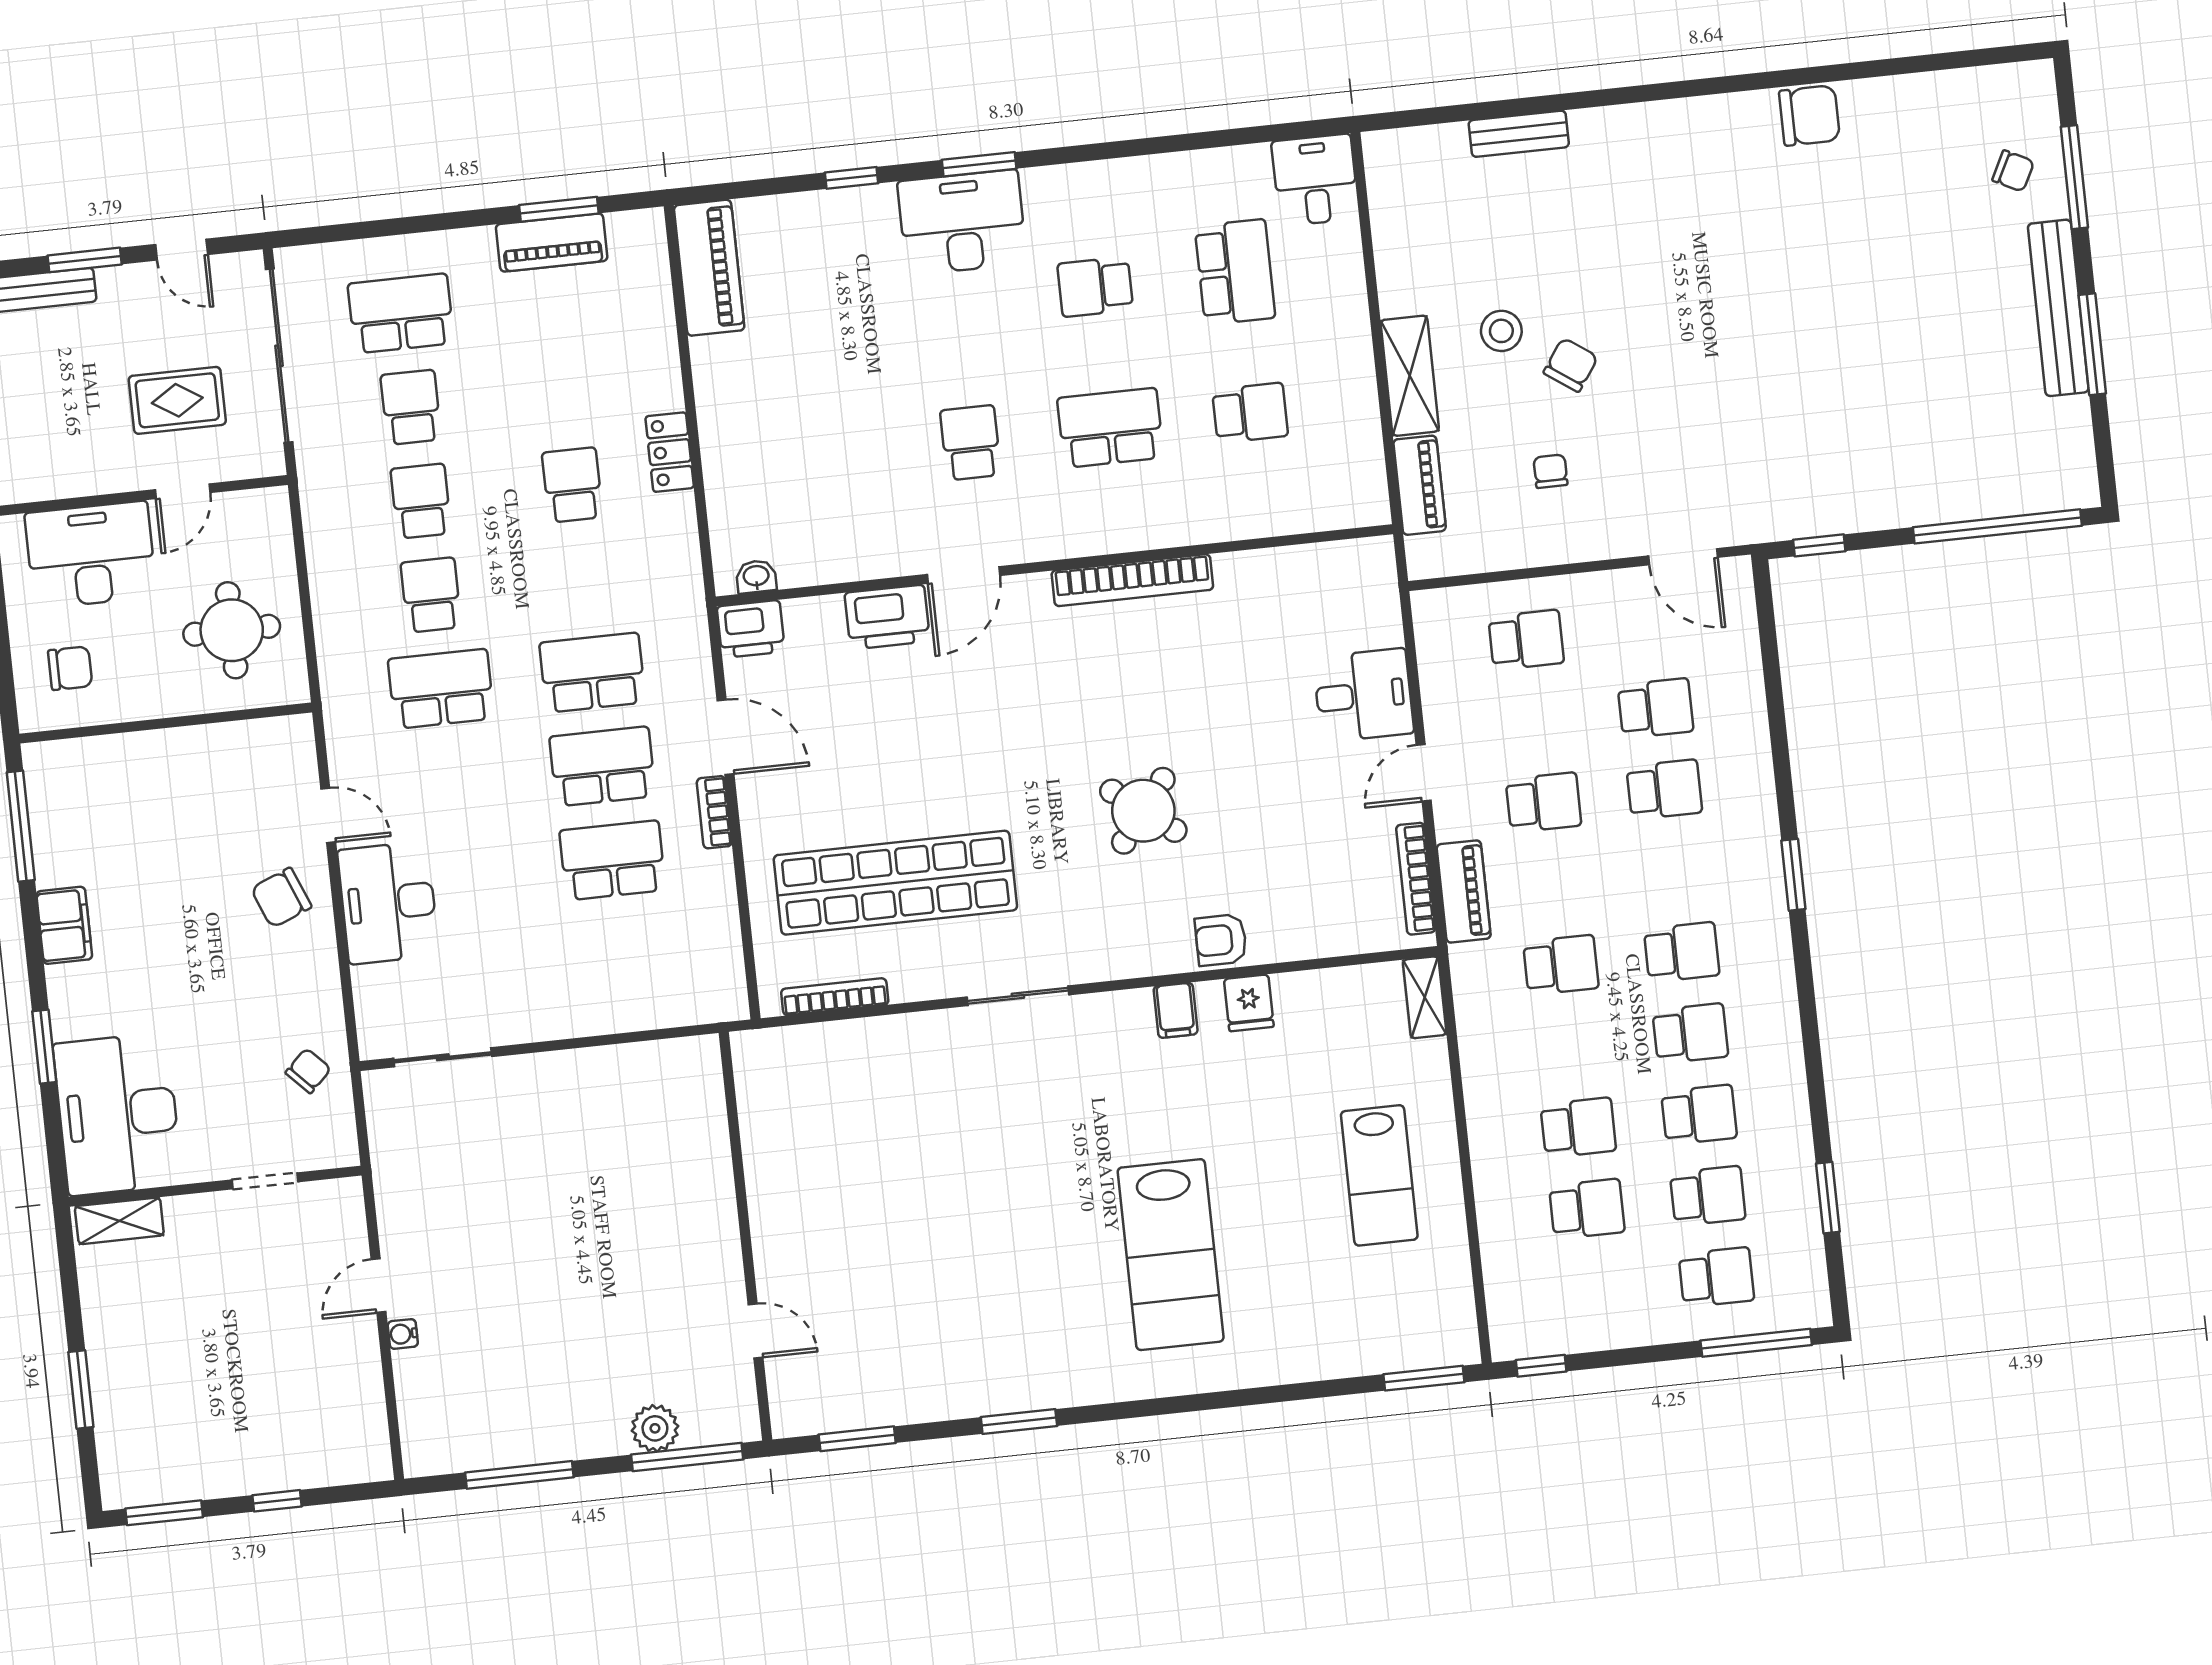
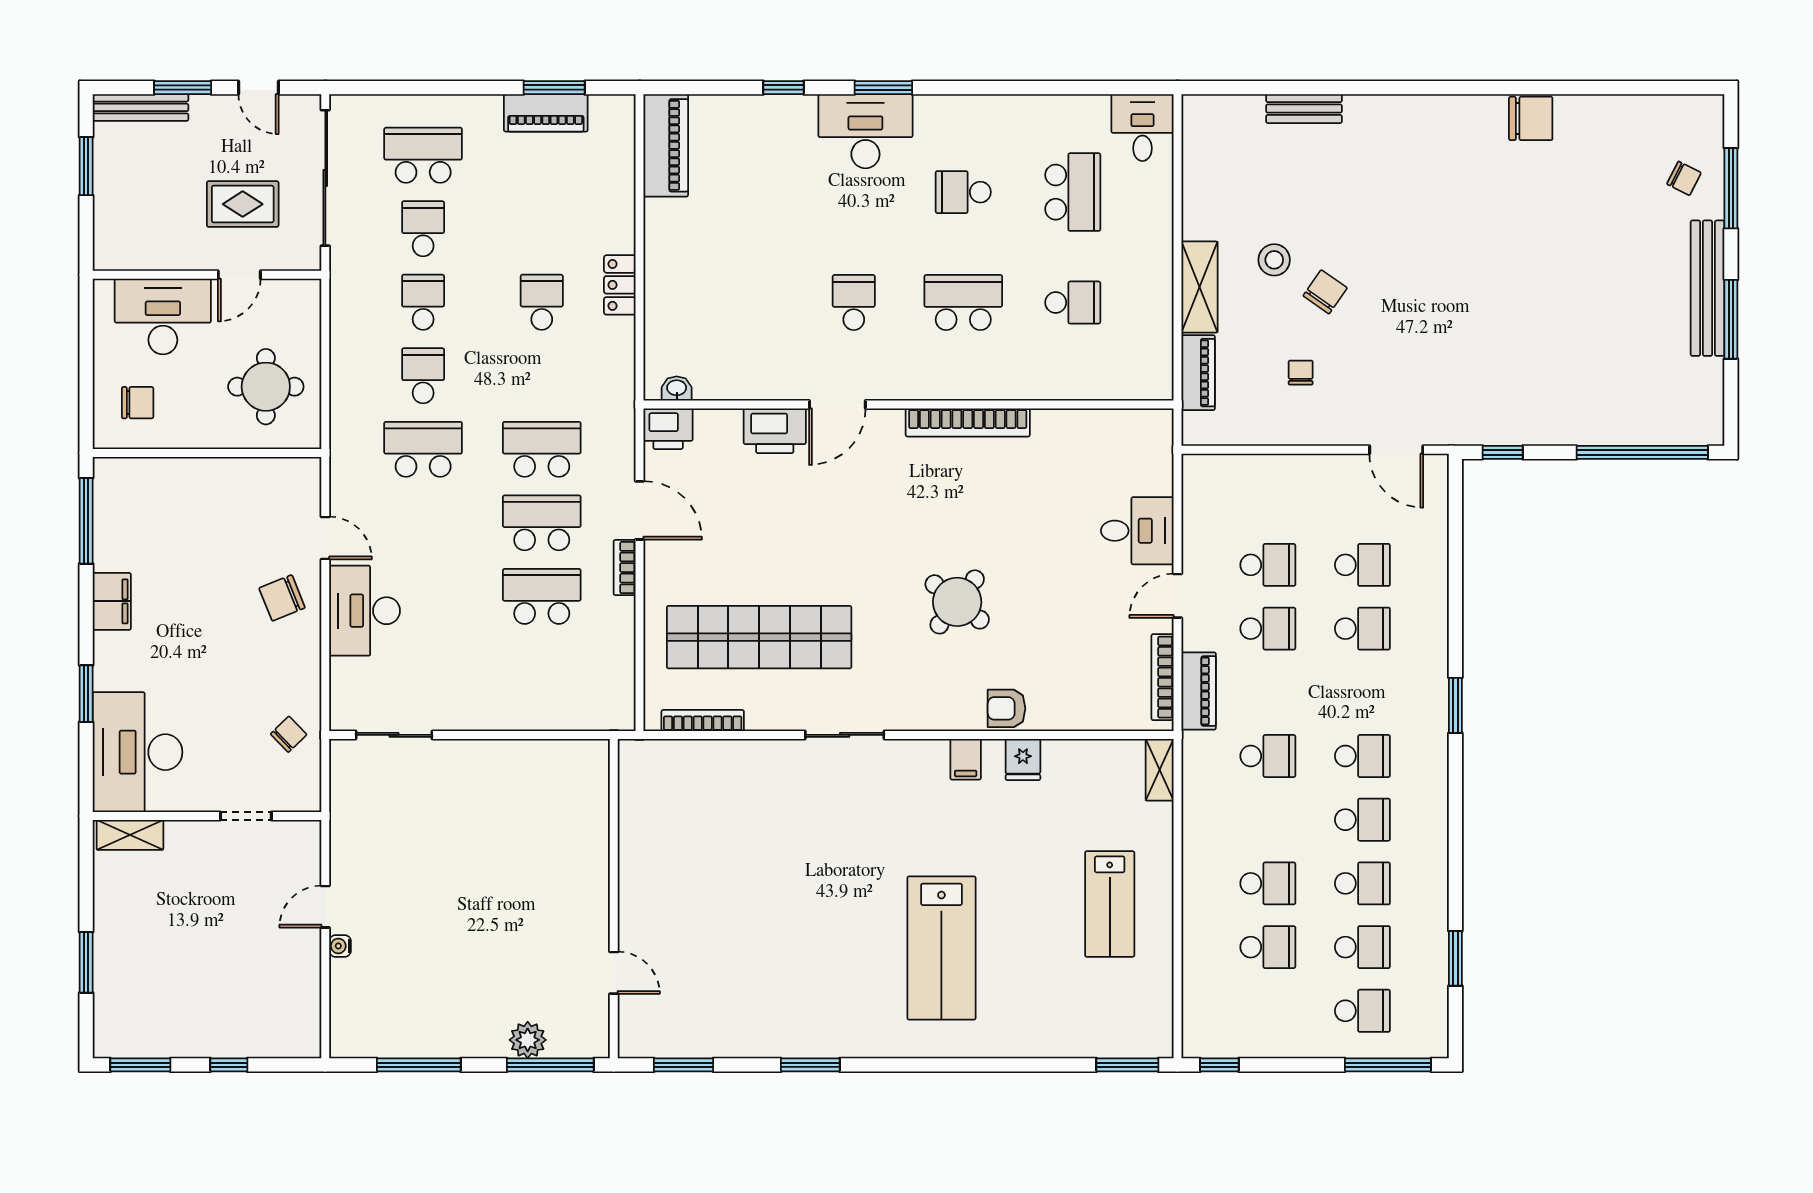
school desk: (1526, 640) -> (1268, 565), moved

